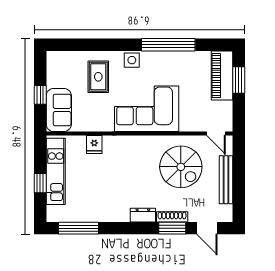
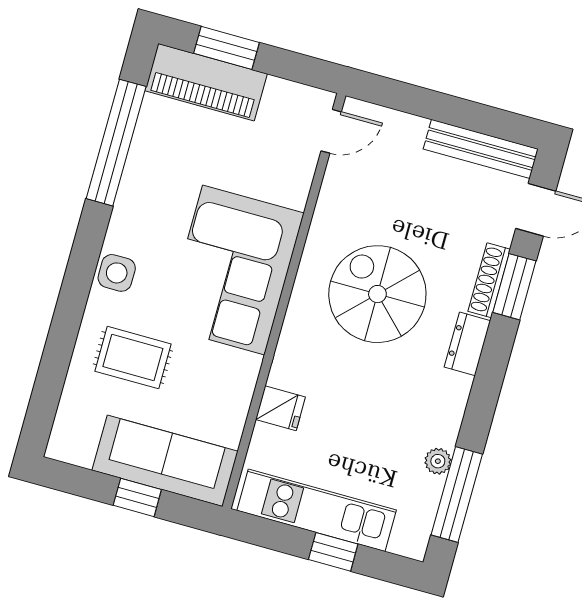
window: (168, 45) -> (116, 143), moved
sofa: (59, 110) -> (165, 461), width x1.36
spiral stairs: (181, 167) -> (377, 294), moved, turned -90
bench: (226, 180) -> (481, 149), moved
plant: (90, 216) -> (438, 461), added

